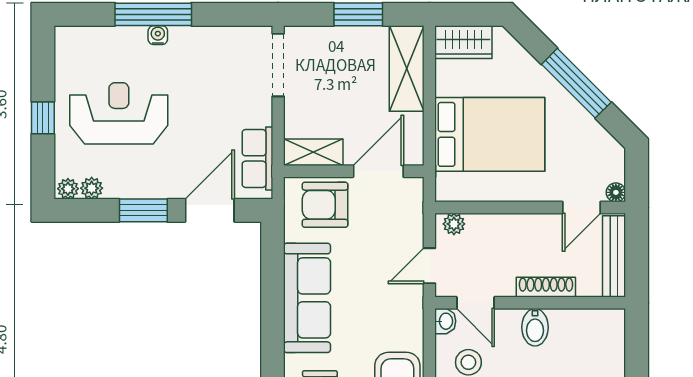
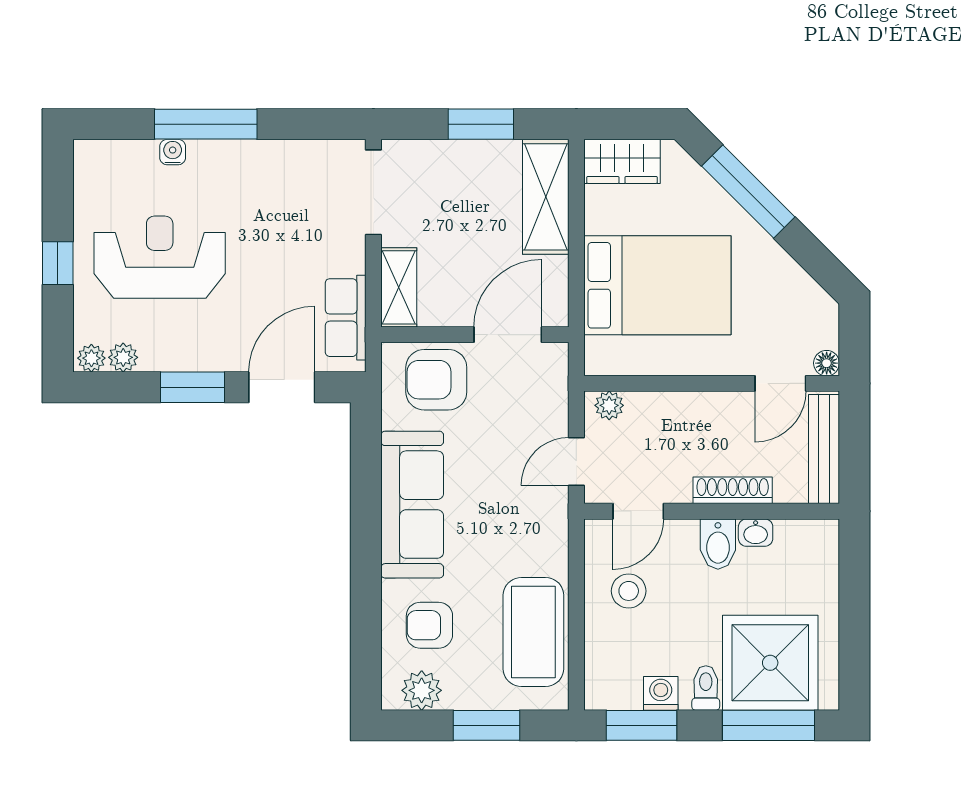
water cooler: (158, 35) -> (173, 152), moved
window: (576, 83) -> (748, 192), moved
shelving: (313, 152) -> (399, 287), moved, turned 90
door: (476, 303) -> (638, 511), hinge flipped
washbasin: (445, 321) -> (756, 533), moved, turned 90

